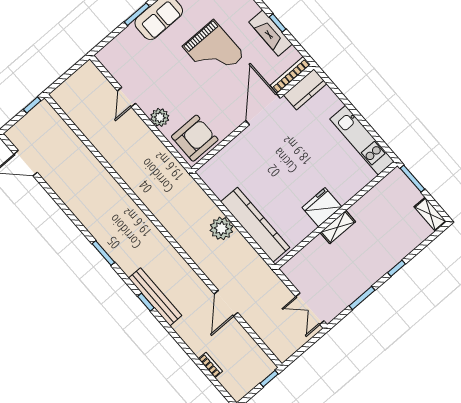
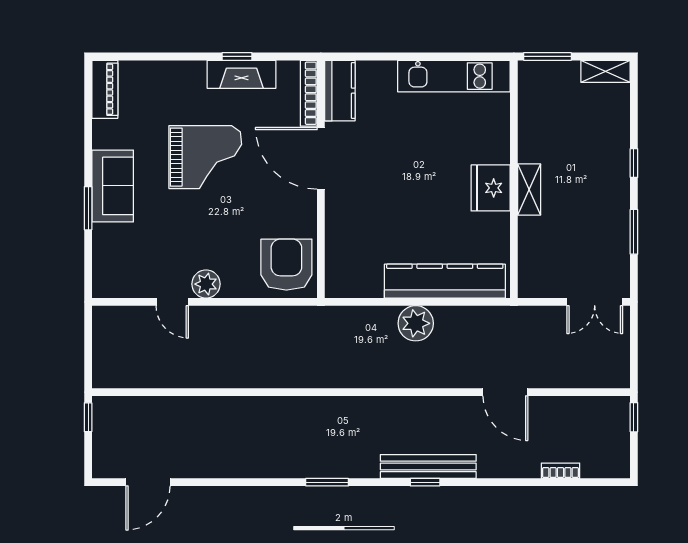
plant: (160, 117) -> (206, 284), moved

